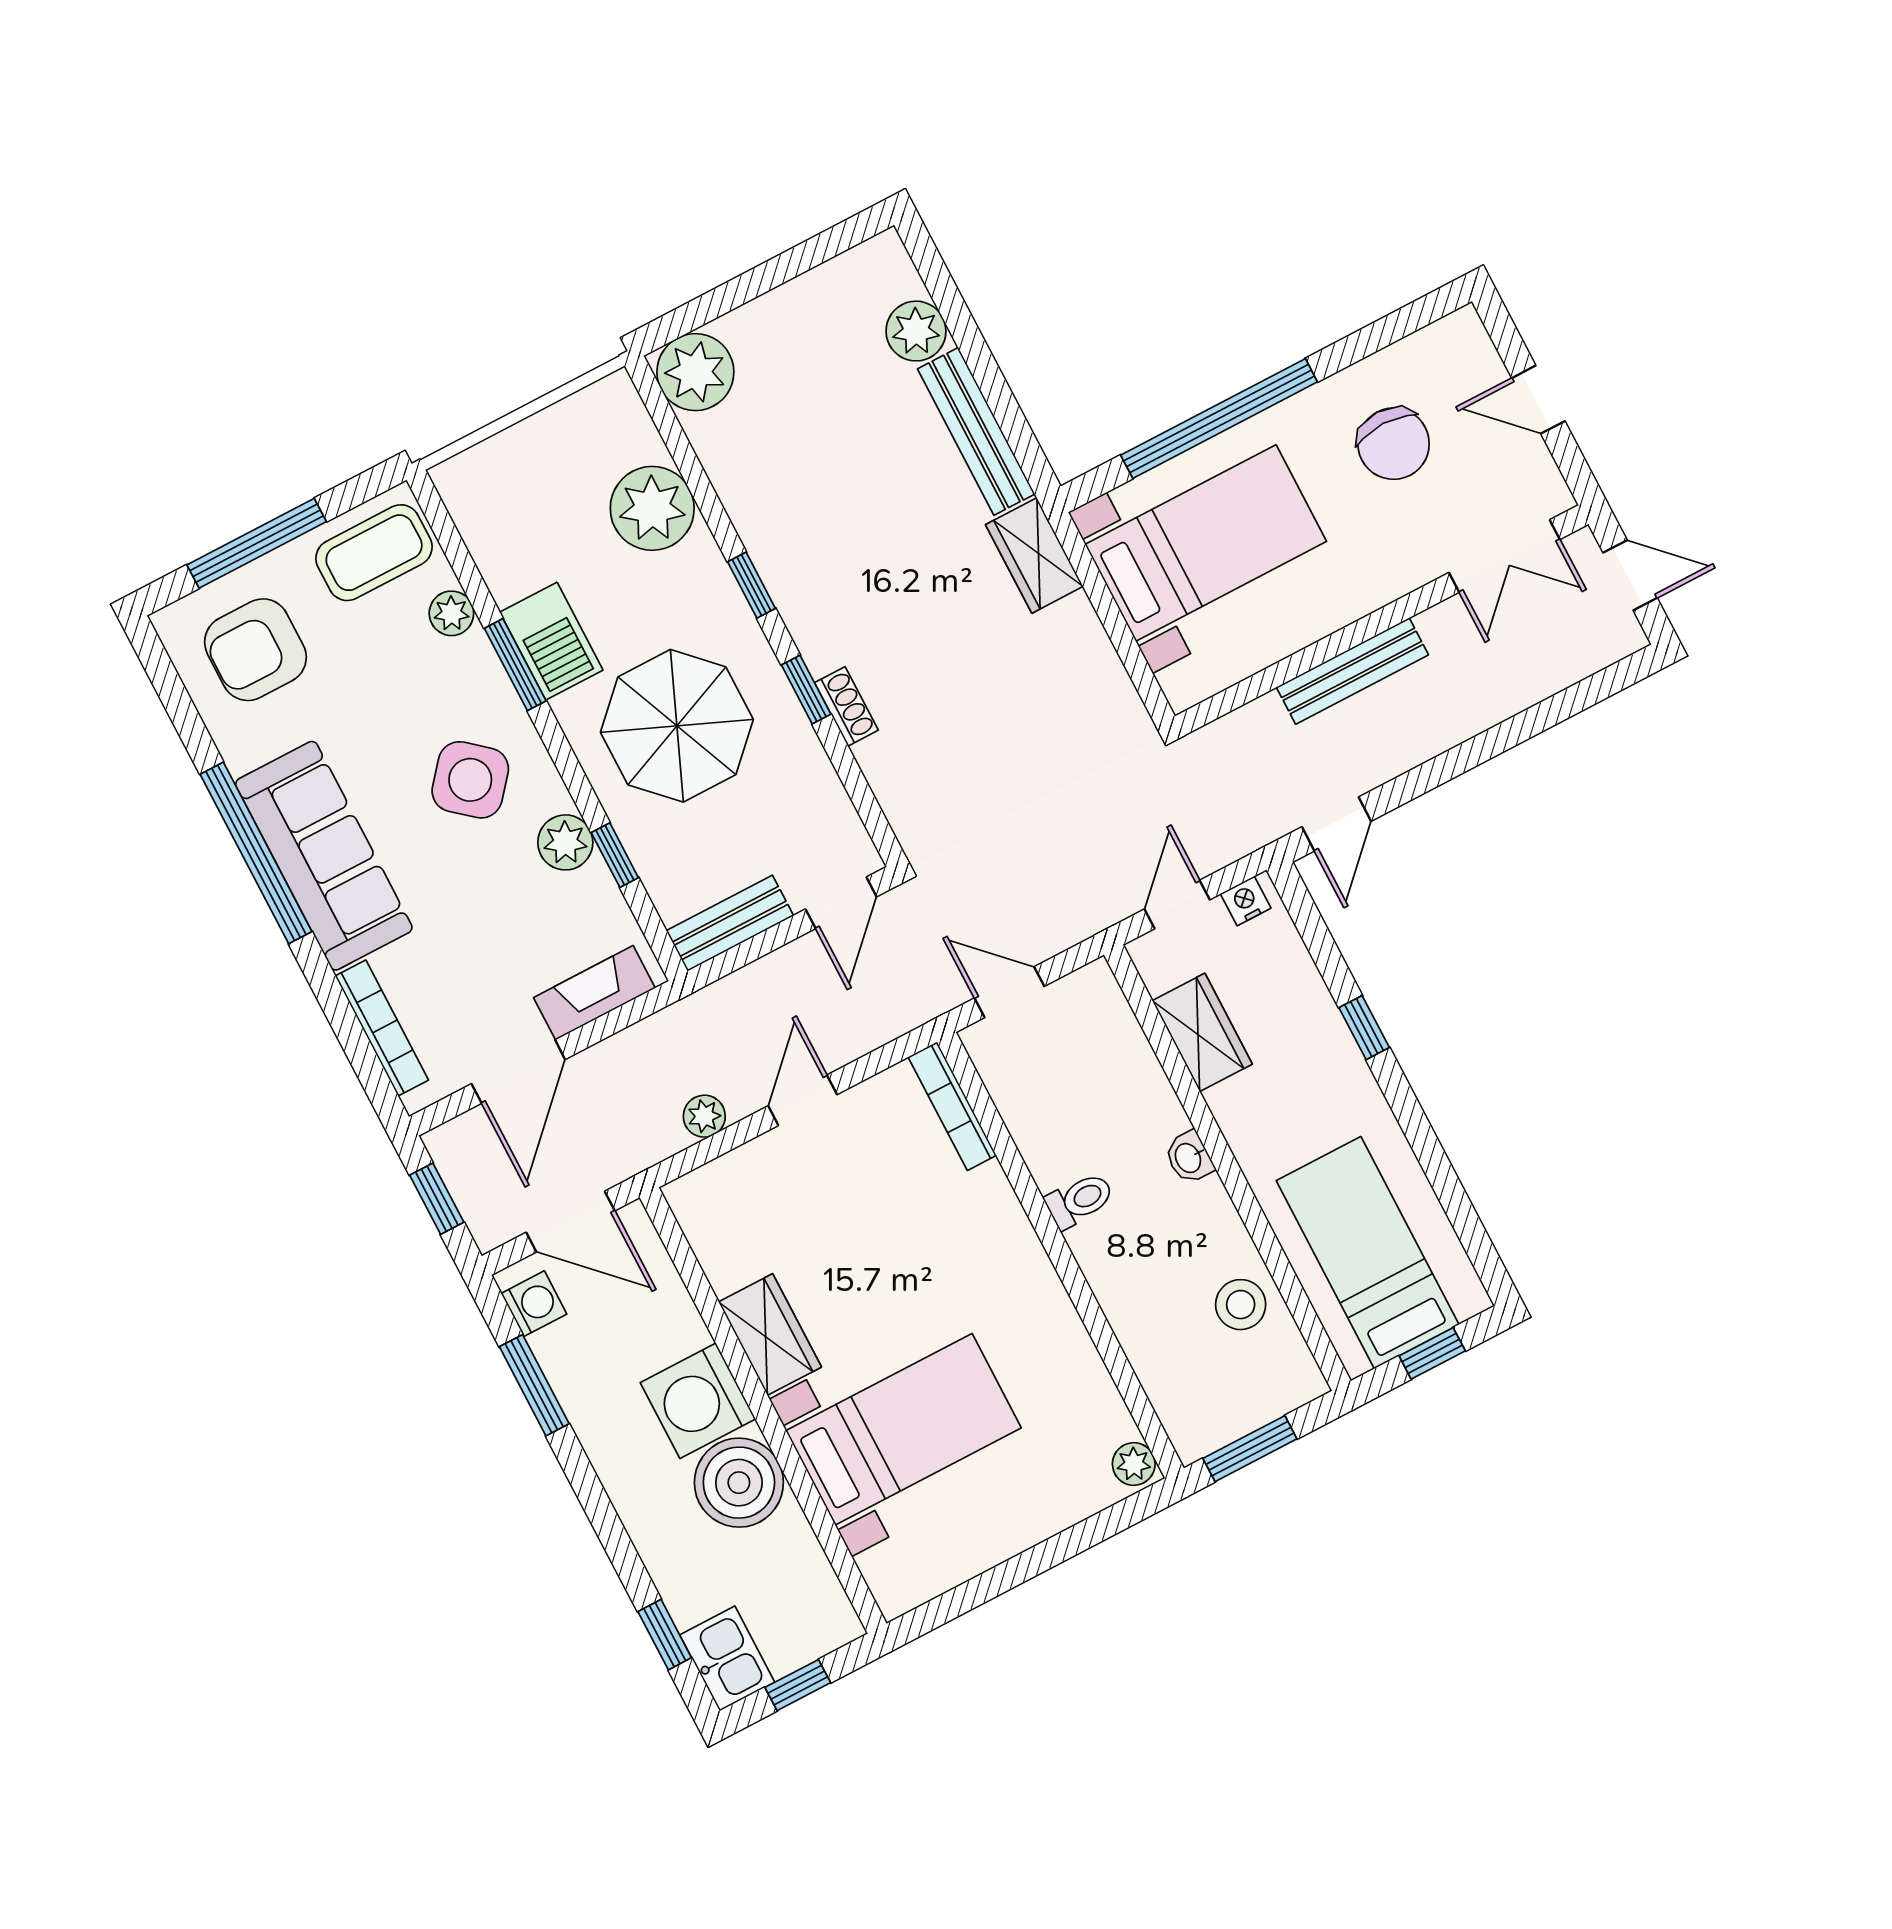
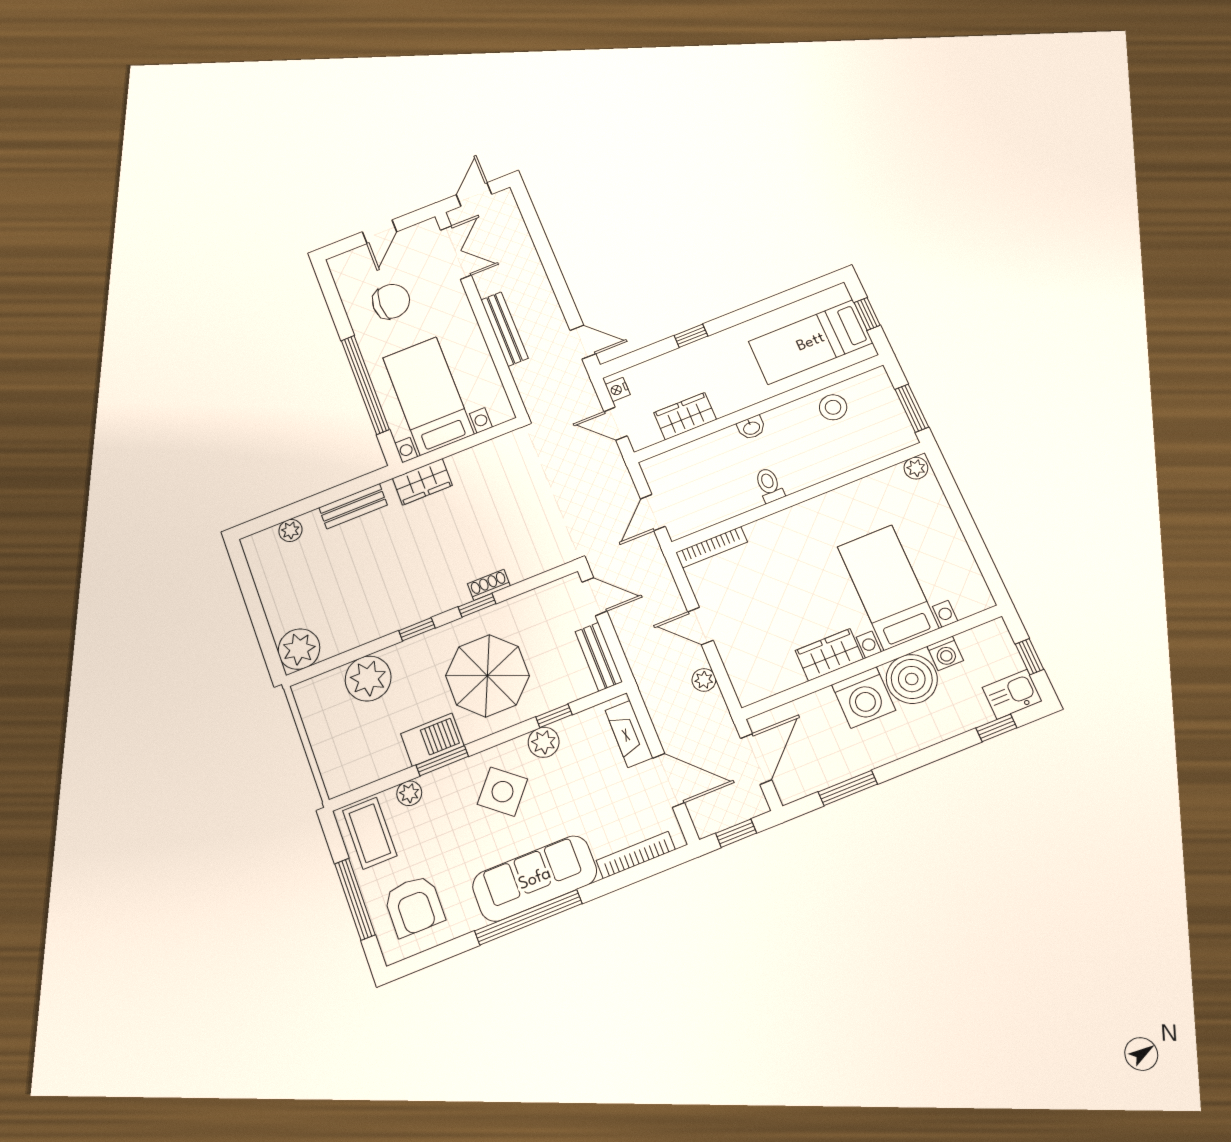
plant: (916, 331) -> (290, 530), width x0.73, depth x0.73
bench: (976, 431) -> (353, 506), width x0.73
washing machine: (534, 1304) -> (945, 653), moved, turned 180

